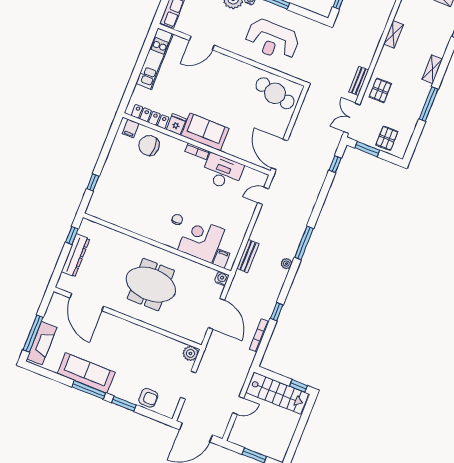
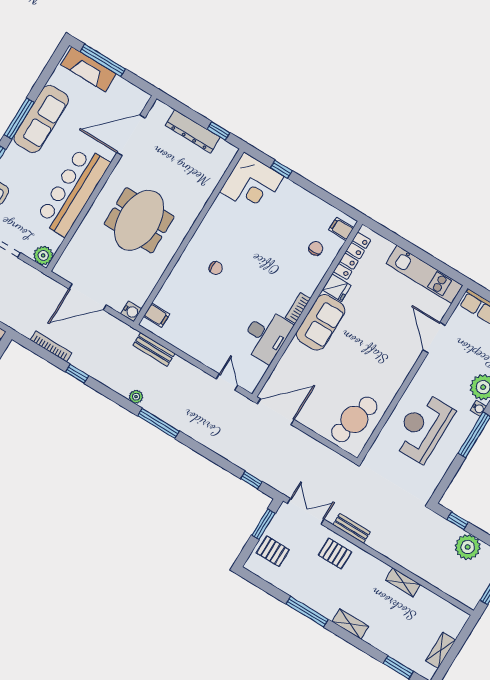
chair: (149, 145) -> (316, 248), width x0.54, depth x0.54
corner desk: (201, 240) -> (252, 184), moved, turned 90
bar counter: (137, 339) -> (73, 191), added

